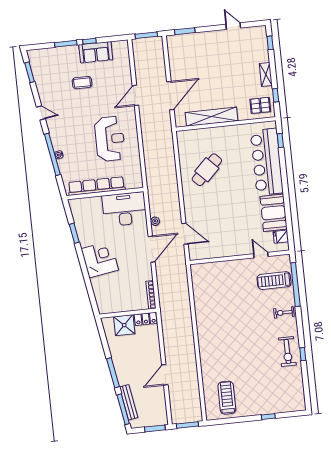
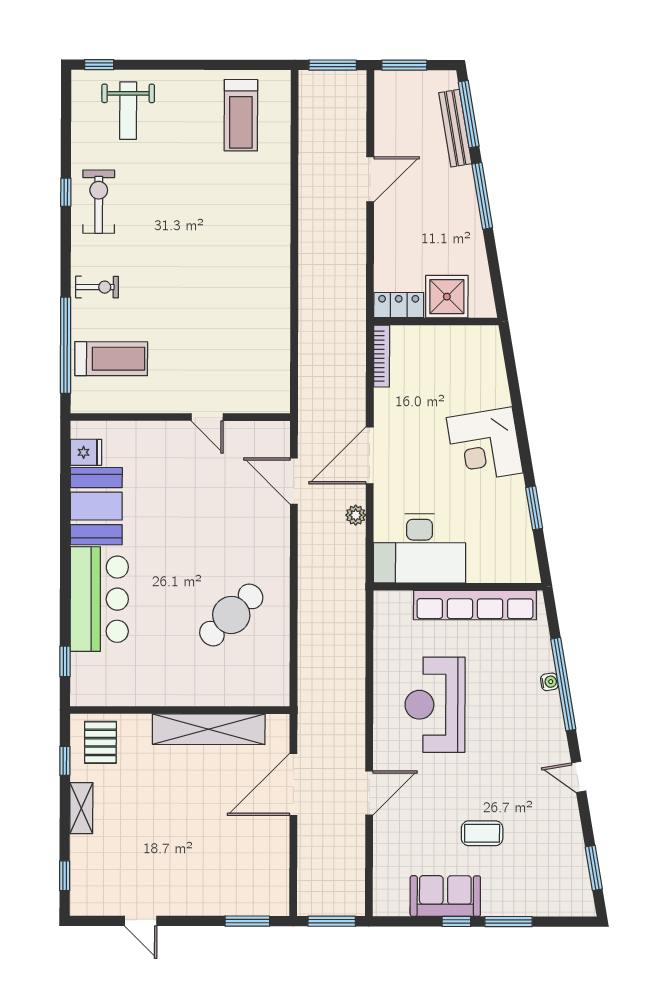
pallet: (260, 105) -> (100, 742), turned 90
bar counter: (267, 162) -> (99, 599), width x0.73
door: (261, 255) -> (207, 417), moved
weight bench: (278, 394) -> (128, 111), added
window: (268, 417) -> (99, 65), moved

